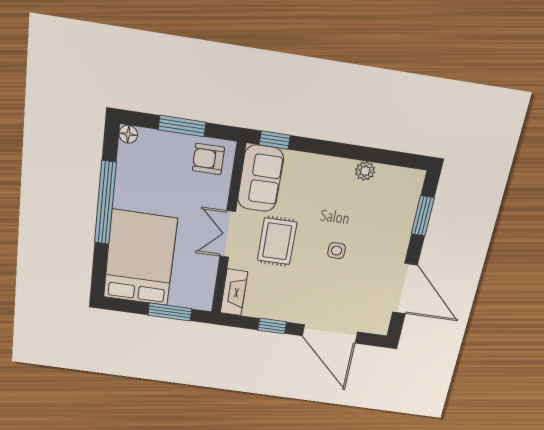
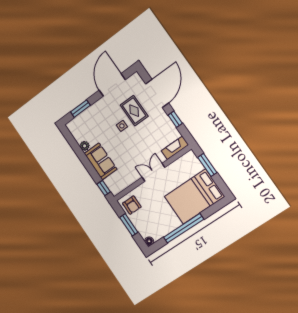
sofa: (261, 178) -> (101, 161), moved, turned 90
double door: (228, 234) -> (153, 172), swing flipped
rug: (277, 241) -> (134, 111), moved, turned 90

